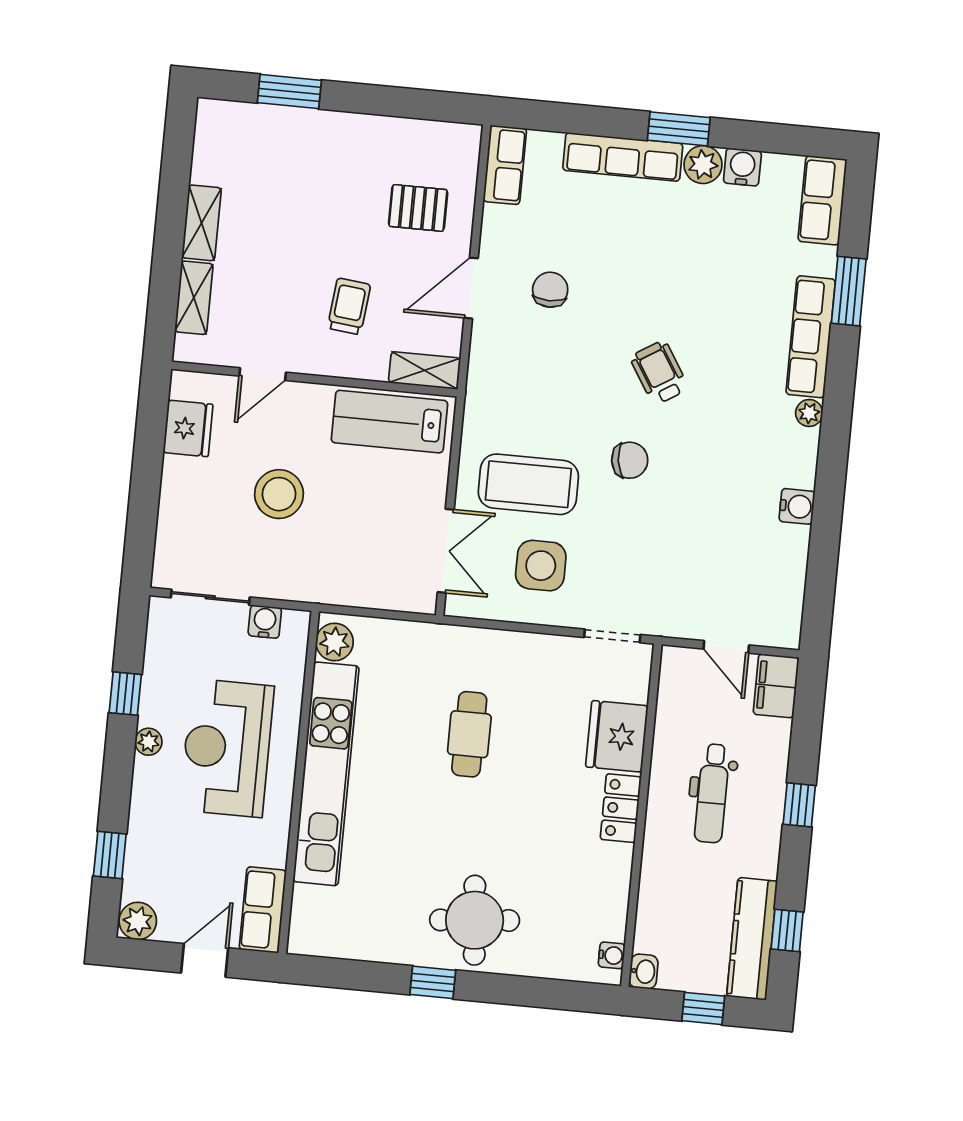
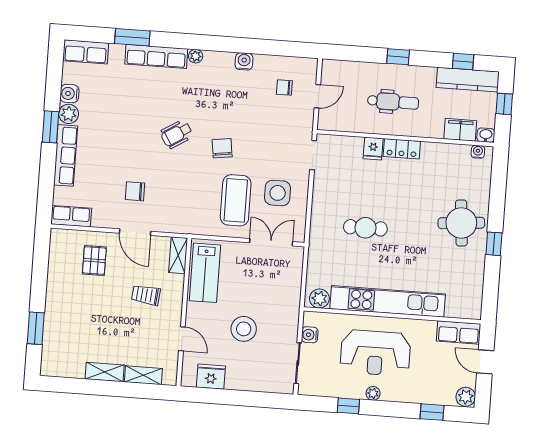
chair: (745, 583) -> (284, 87), added
filing cabinet: (776, 686) -> (460, 130), moved, turned 180
fridge: (617, 736) -> (373, 149), width x0.53, depth x0.75

